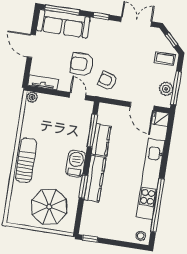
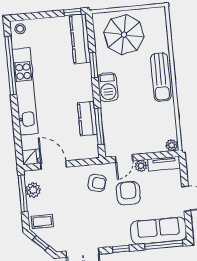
armchair: (82, 64) -> (128, 193), turned -90
plant: (64, 86) -> (141, 166), added
door: (78, 96) -> (124, 158), hinge flipped
kitchen counter: (95, 179) -> (80, 39), moved

